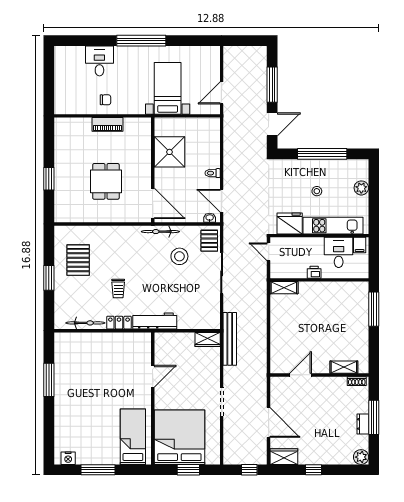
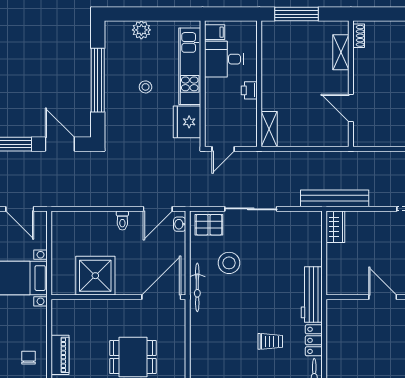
shelving: (344, 367) -> (341, 52), moved
door: (300, 375) -> (351, 108), moved
wall: (319, 375) -> (351, 84), moved
shoe rack: (357, 381) -> (359, 36), moved

